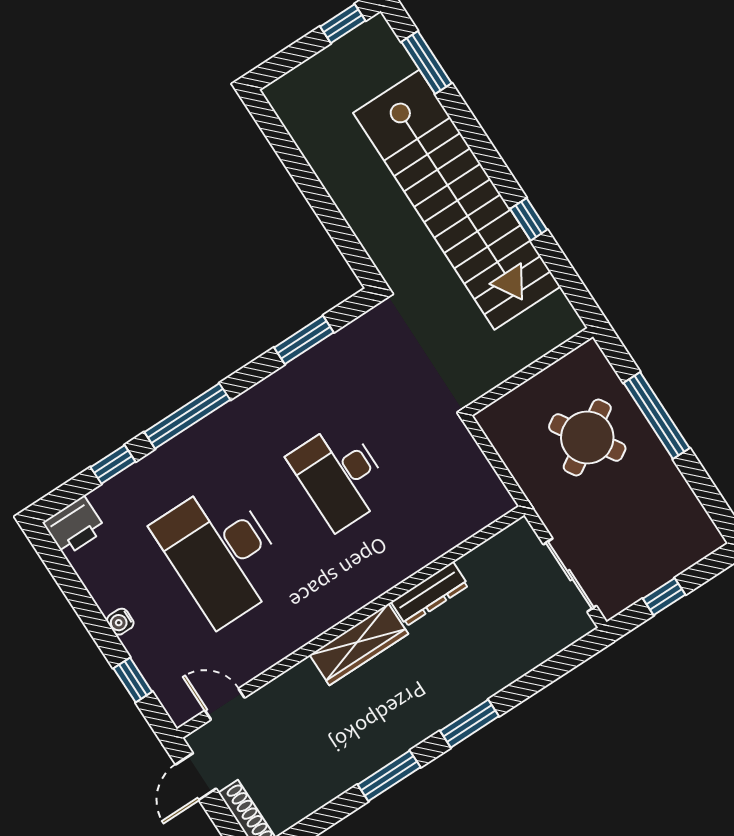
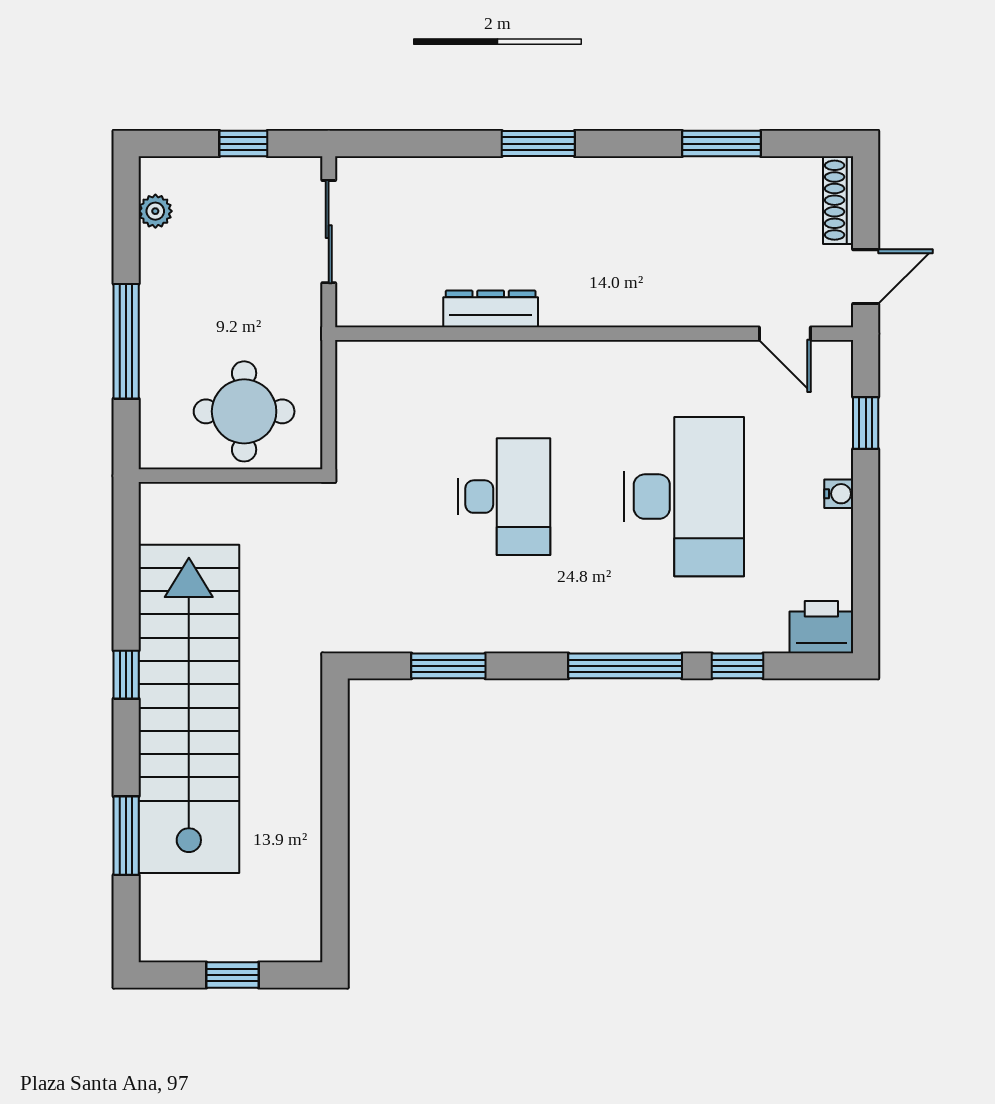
window: (343, 24) -> (232, 975), moved
window: (426, 63) -> (126, 836), moved
window: (529, 219) -> (126, 675), moved
round table: (587, 437) -> (244, 411), moved, turned 32
plant: (693, 514) -> (155, 211), added
wardrobe: (359, 644) -> (601, 304), removed
window: (389, 776) -> (722, 144), moved

